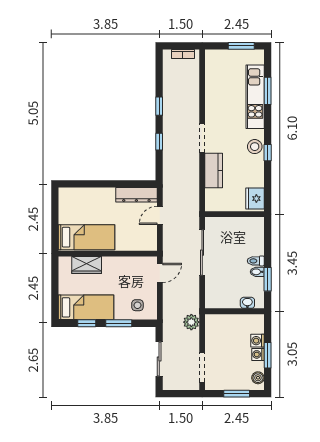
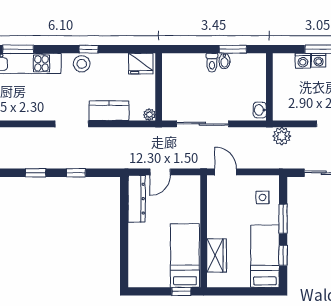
plant: (210, 206) -> (149, 115), added
door: (160, 215) -> (160, 172), hinge flipped
window: (55, 234) -> (181, 291), added
washbasin: (247, 303) -> (260, 110), moved

